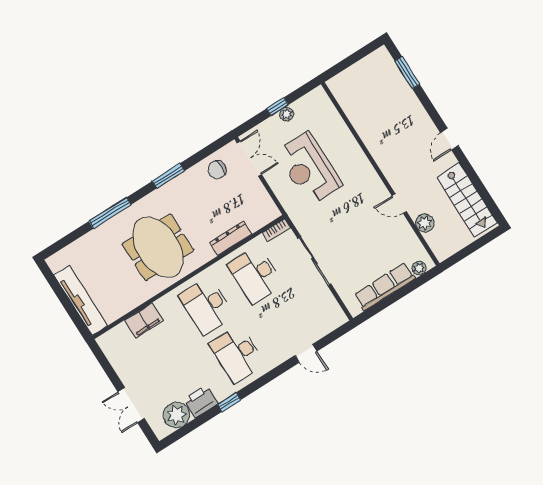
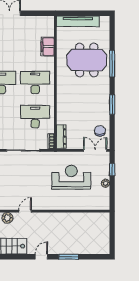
window: (407, 73) -> (69, 257), moved
window: (277, 107) -> (112, 170), moved
door: (449, 139) -> (41, 257), hinge flipped
double door: (249, 159) -> (95, 150), swing flipped
dresser: (231, 238) -> (61, 137), moved
meeting table: (158, 247) -> (87, 60), moved

